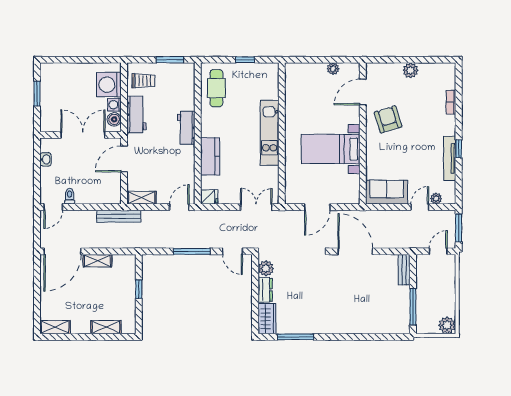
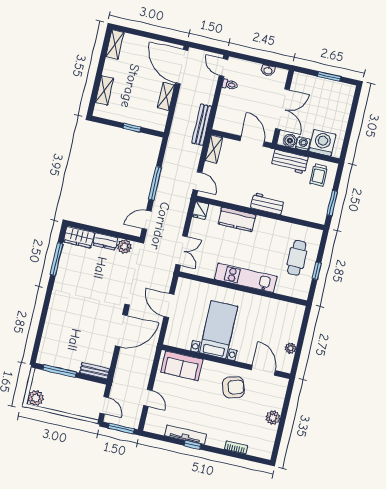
cafe table: (216, 88) -> (297, 258), moved, turned 90
sofa: (387, 192) -> (182, 366), moved, turned 90
plant: (436, 199) -> (152, 414), removed

